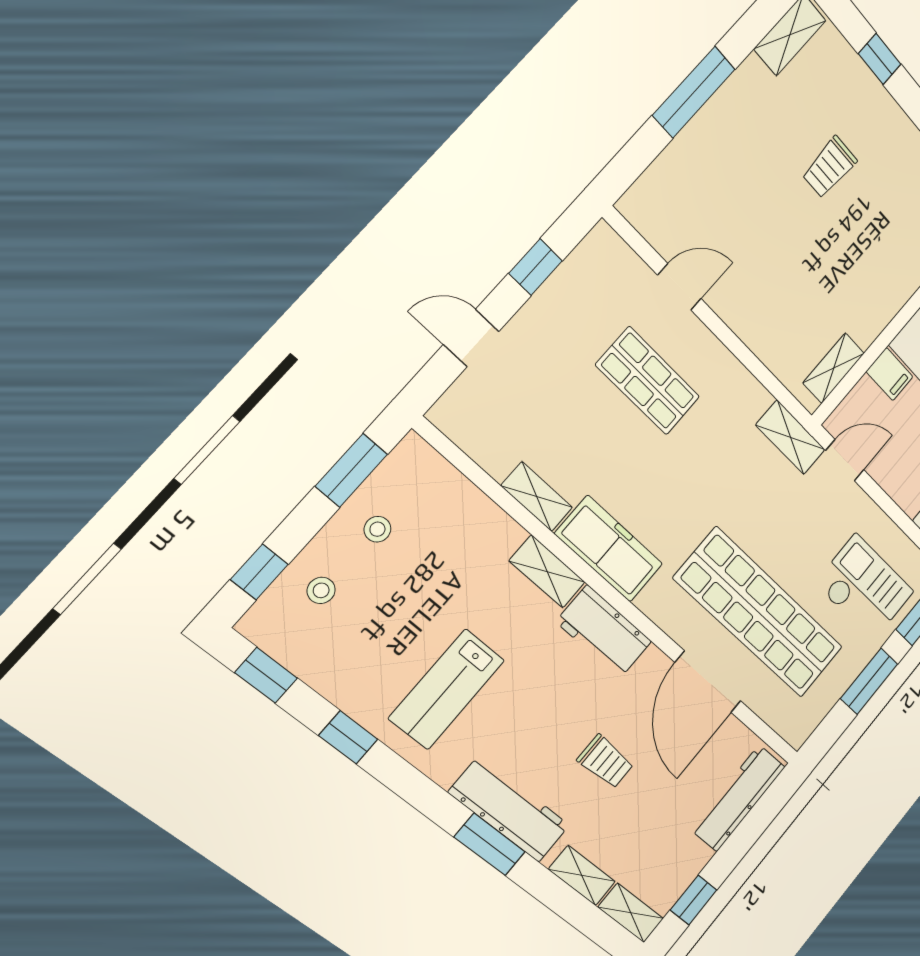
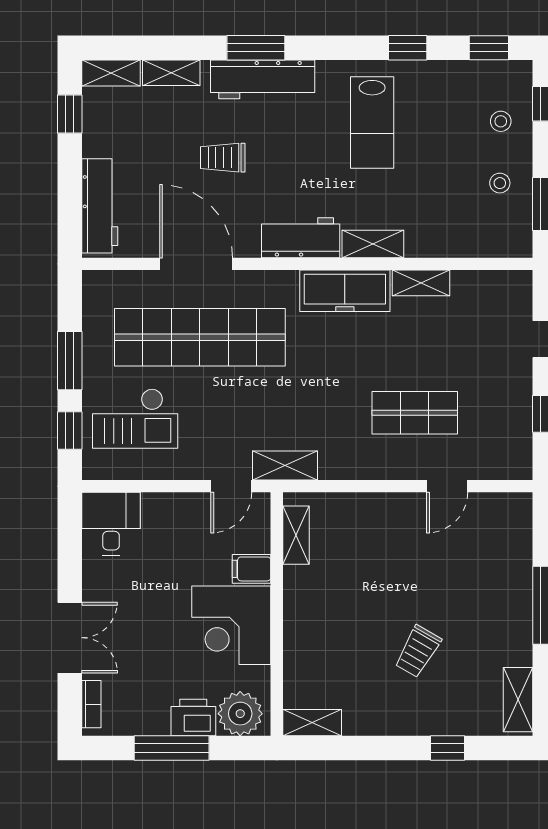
trolley: (830, 167) -> (418, 651), turned -150
lab bench: (447, 689) -> (372, 123), turned 180

